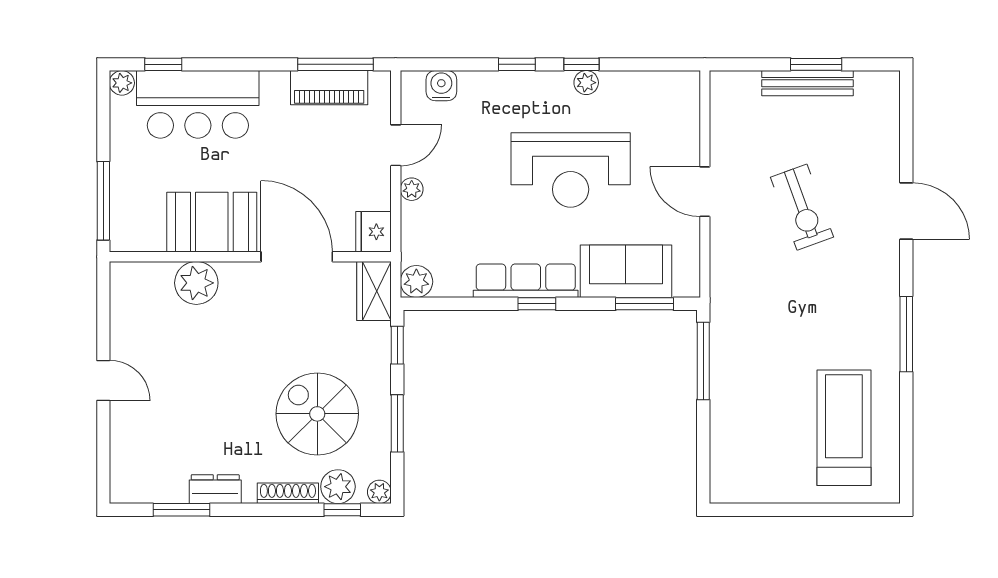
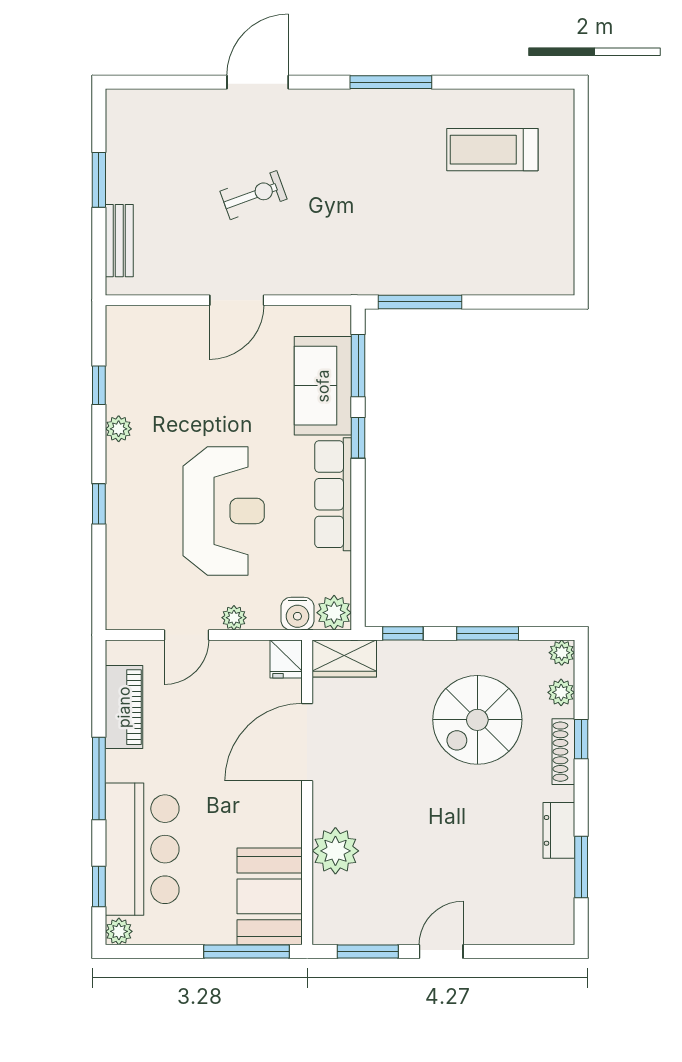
window: (335, 64) -> (99, 779), moved
window: (581, 64) -> (99, 385), moved
bench: (807, 83) -> (119, 241), moved, width x0.73
water cooler: (441, 86) -> (297, 614), moved, turned -90
door: (396, 145) -> (186, 635), swing flipped
reception desk: (571, 170) -> (224, 511), moved
exercise bike: (802, 207) -> (253, 195), width x0.73, depth x0.72
booth: (212, 222) -> (270, 896), moved
fridge: (374, 232) -> (286, 659), width x0.72
window: (537, 304) -> (358, 438), moved
window: (103, 313) -> (368, 952), added
treadmill: (844, 428) -> (492, 150), width x0.73, depth x0.73
plant: (338, 487) -> (561, 692), width x0.73, depth x0.73
window: (342, 510) -> (581, 739), moved

